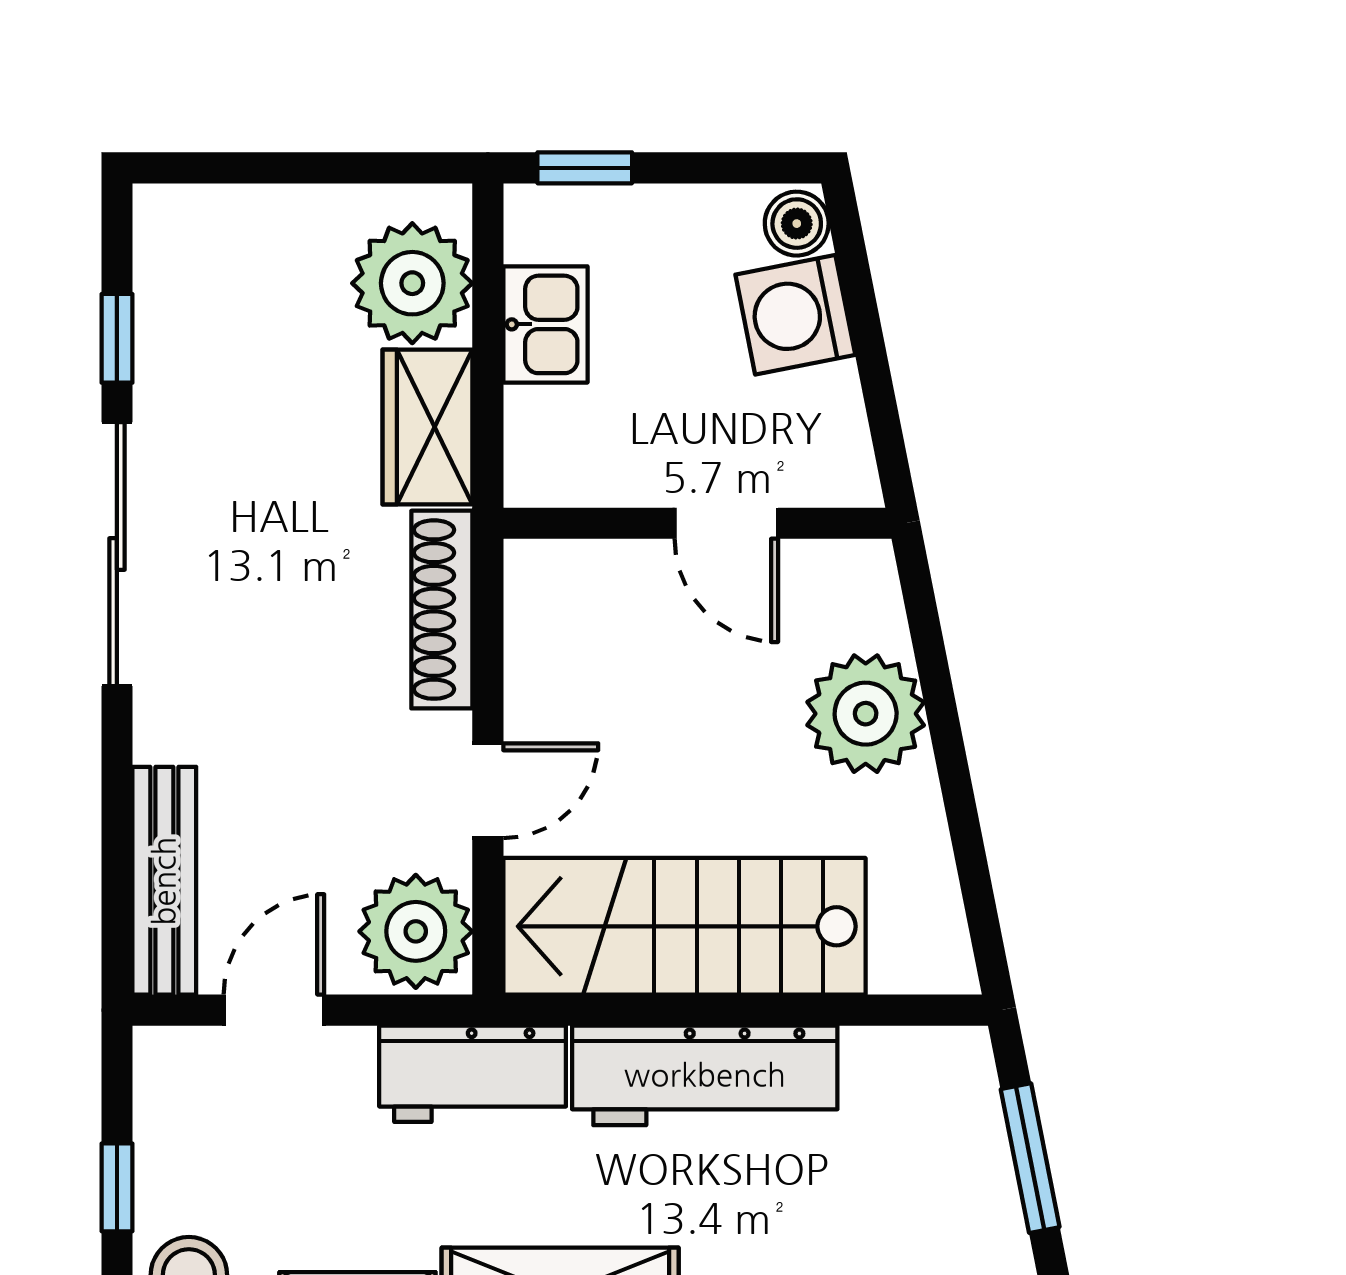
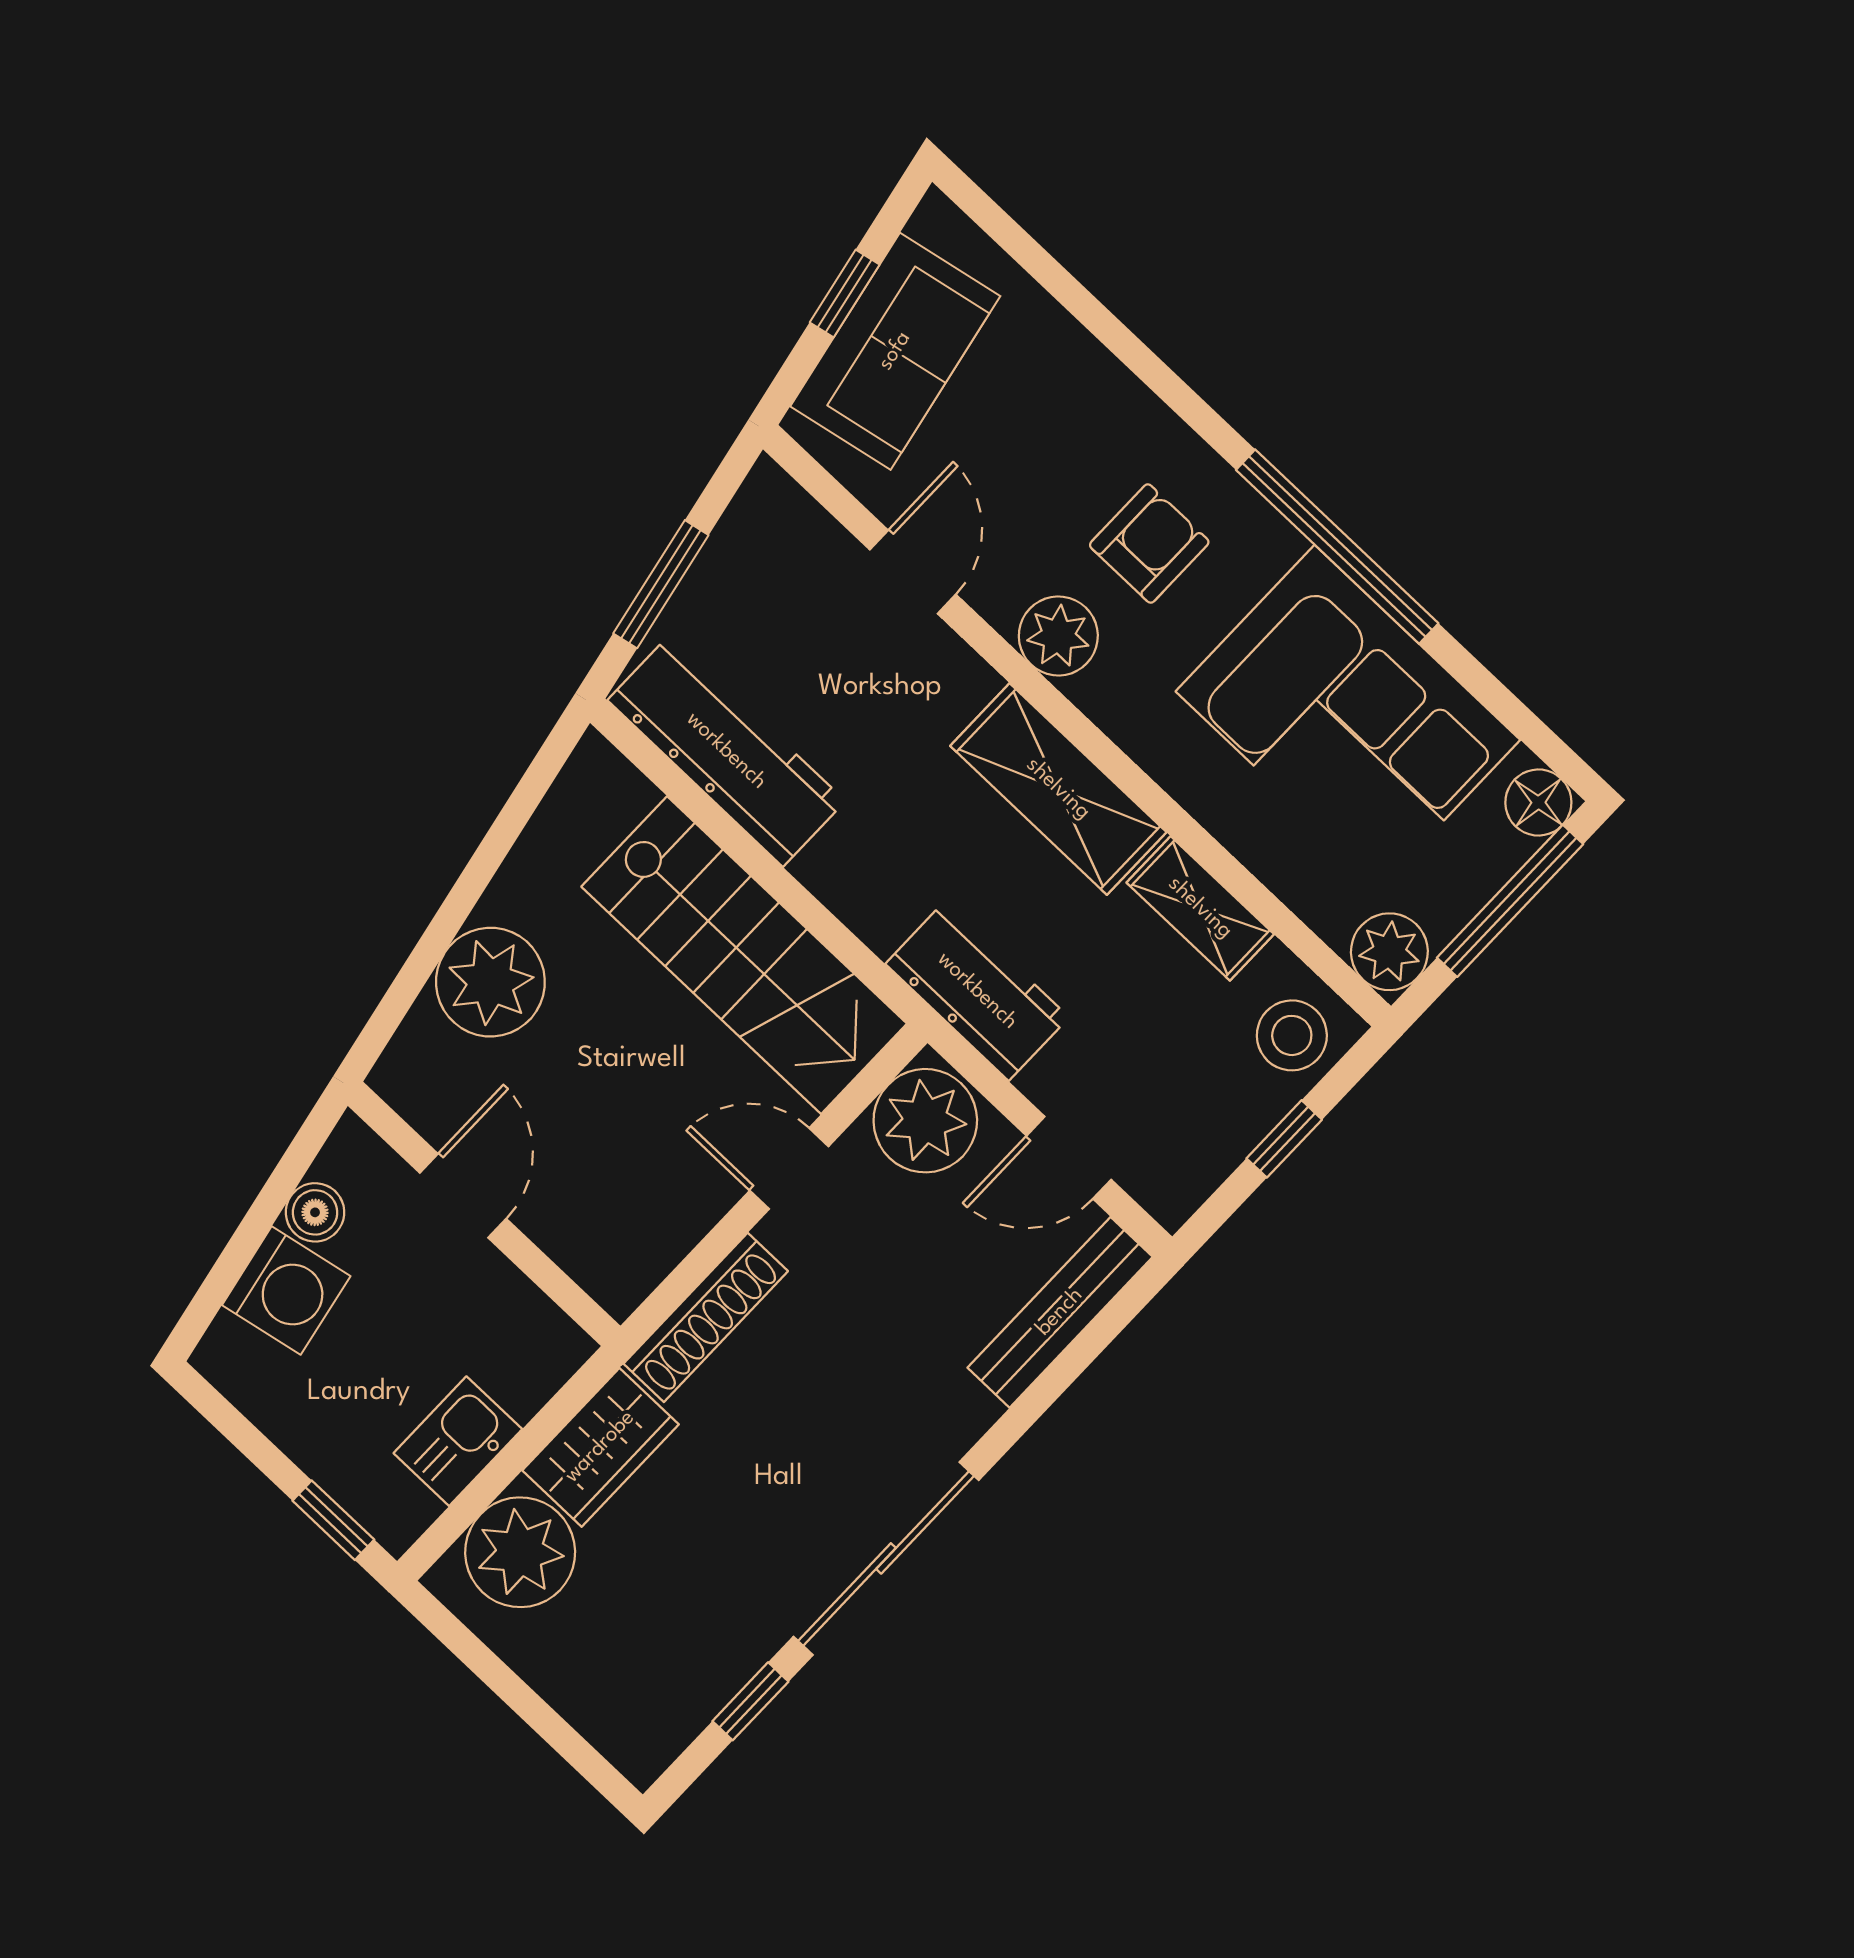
boiler: (797, 224) -> (315, 1212), moved
workbench: (705, 1075) -> (726, 751), moved

